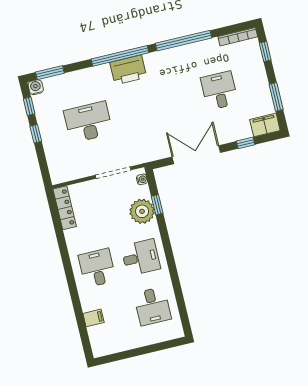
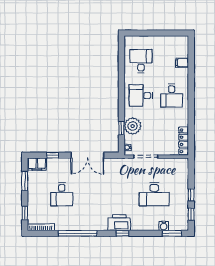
window: (120, 56) -> (122, 233), width x0.32
water cooler: (36, 87) -> (164, 226), moved

